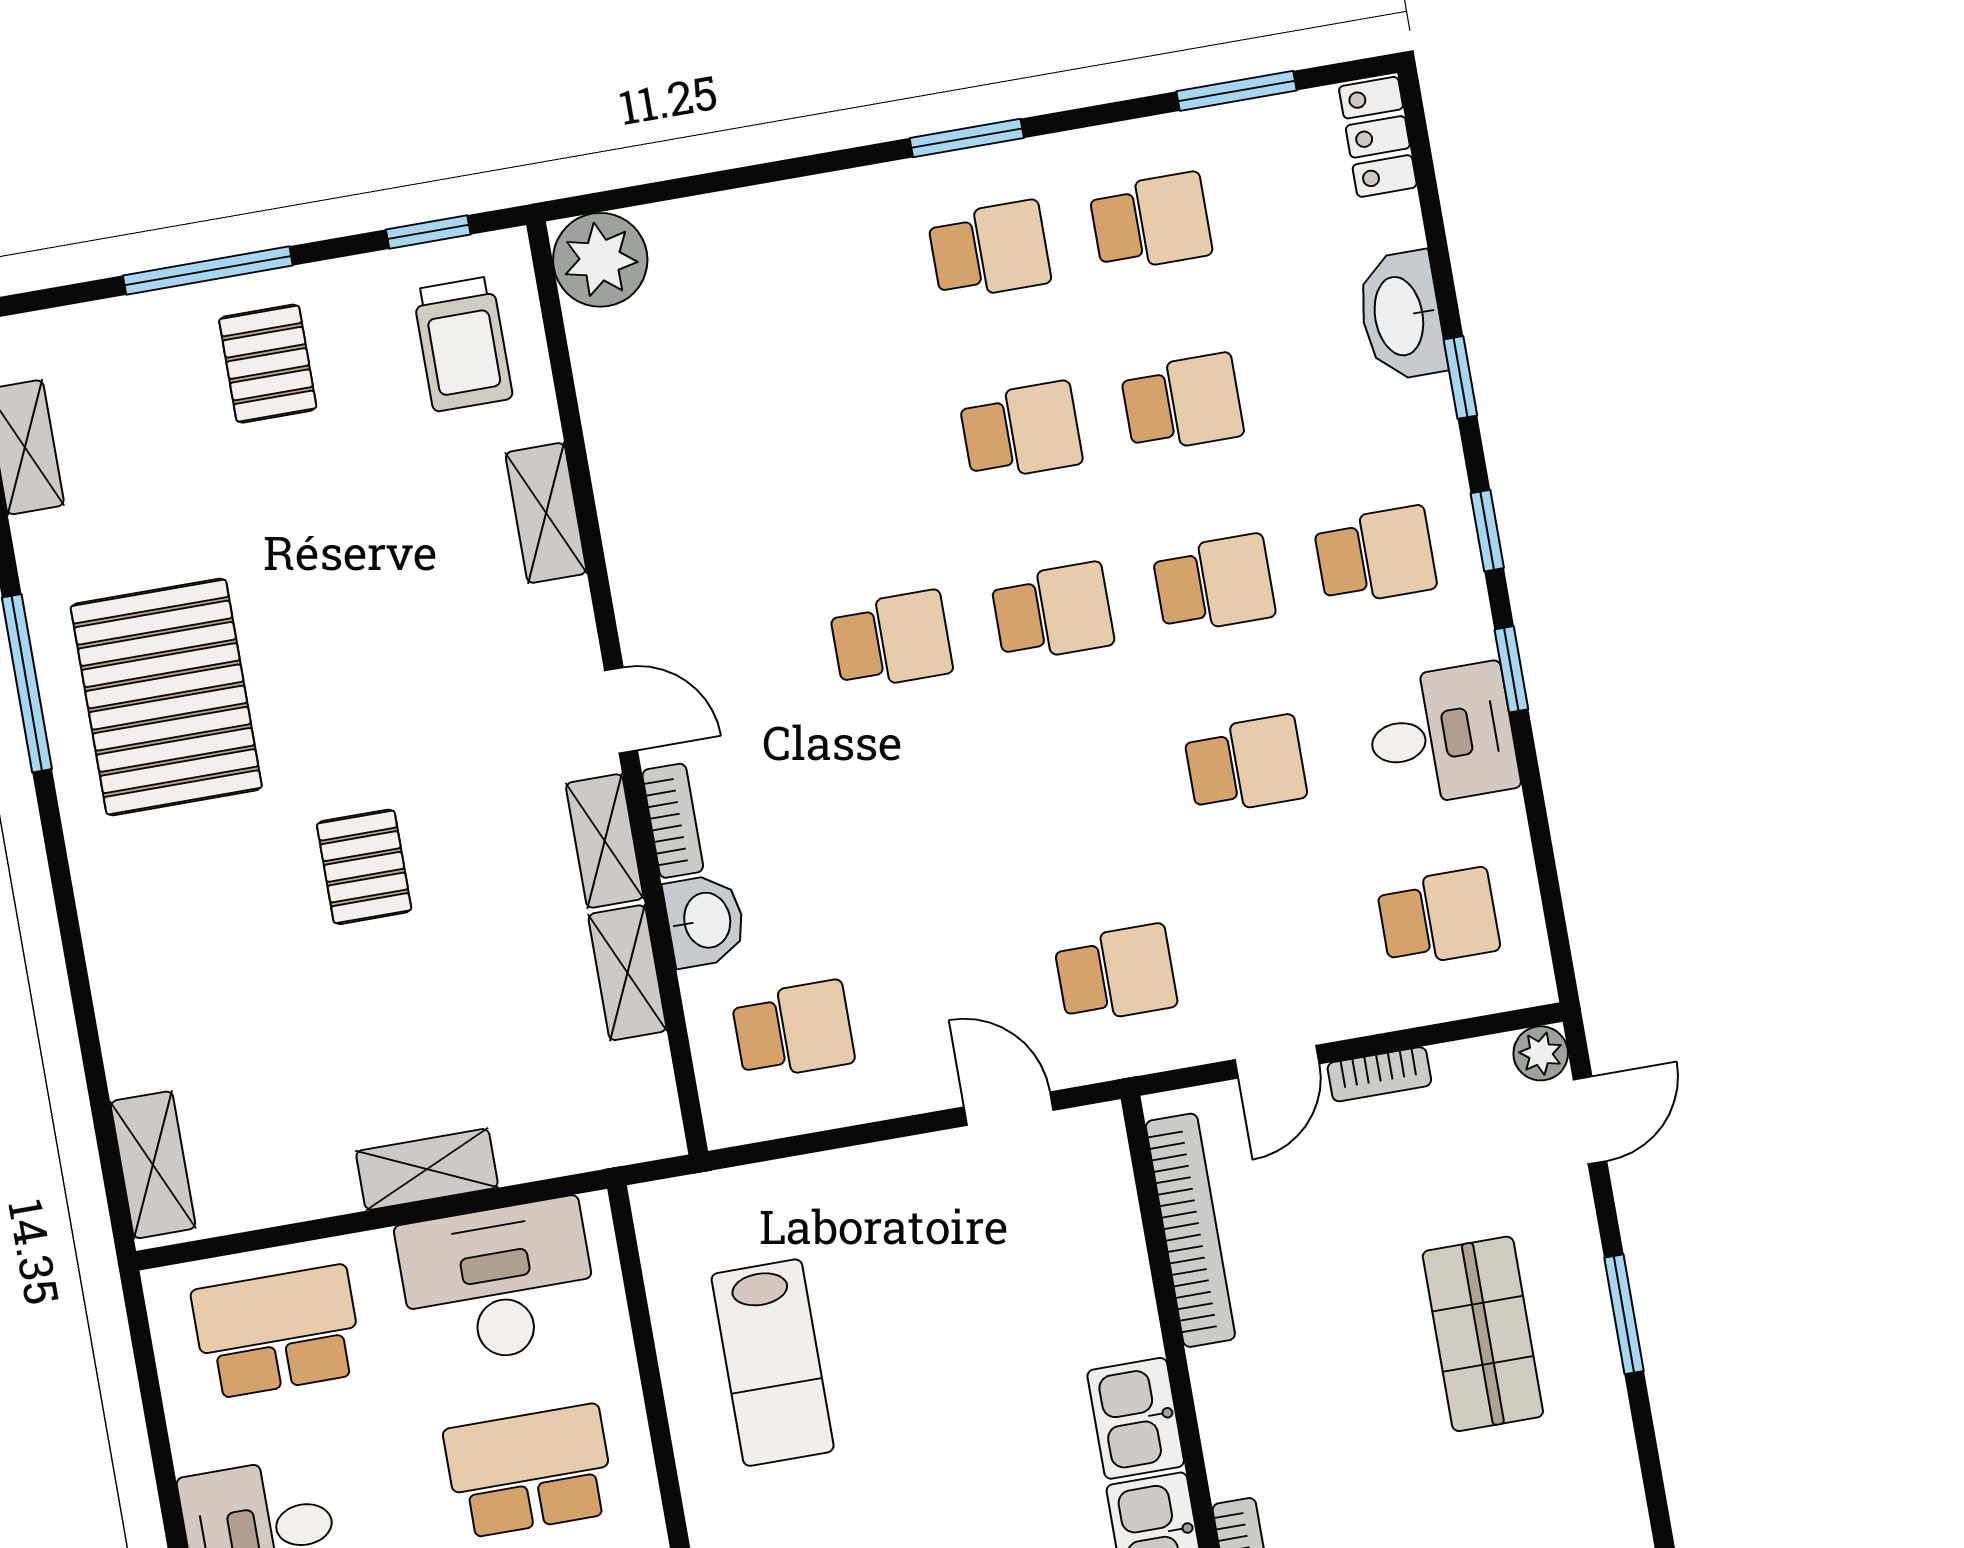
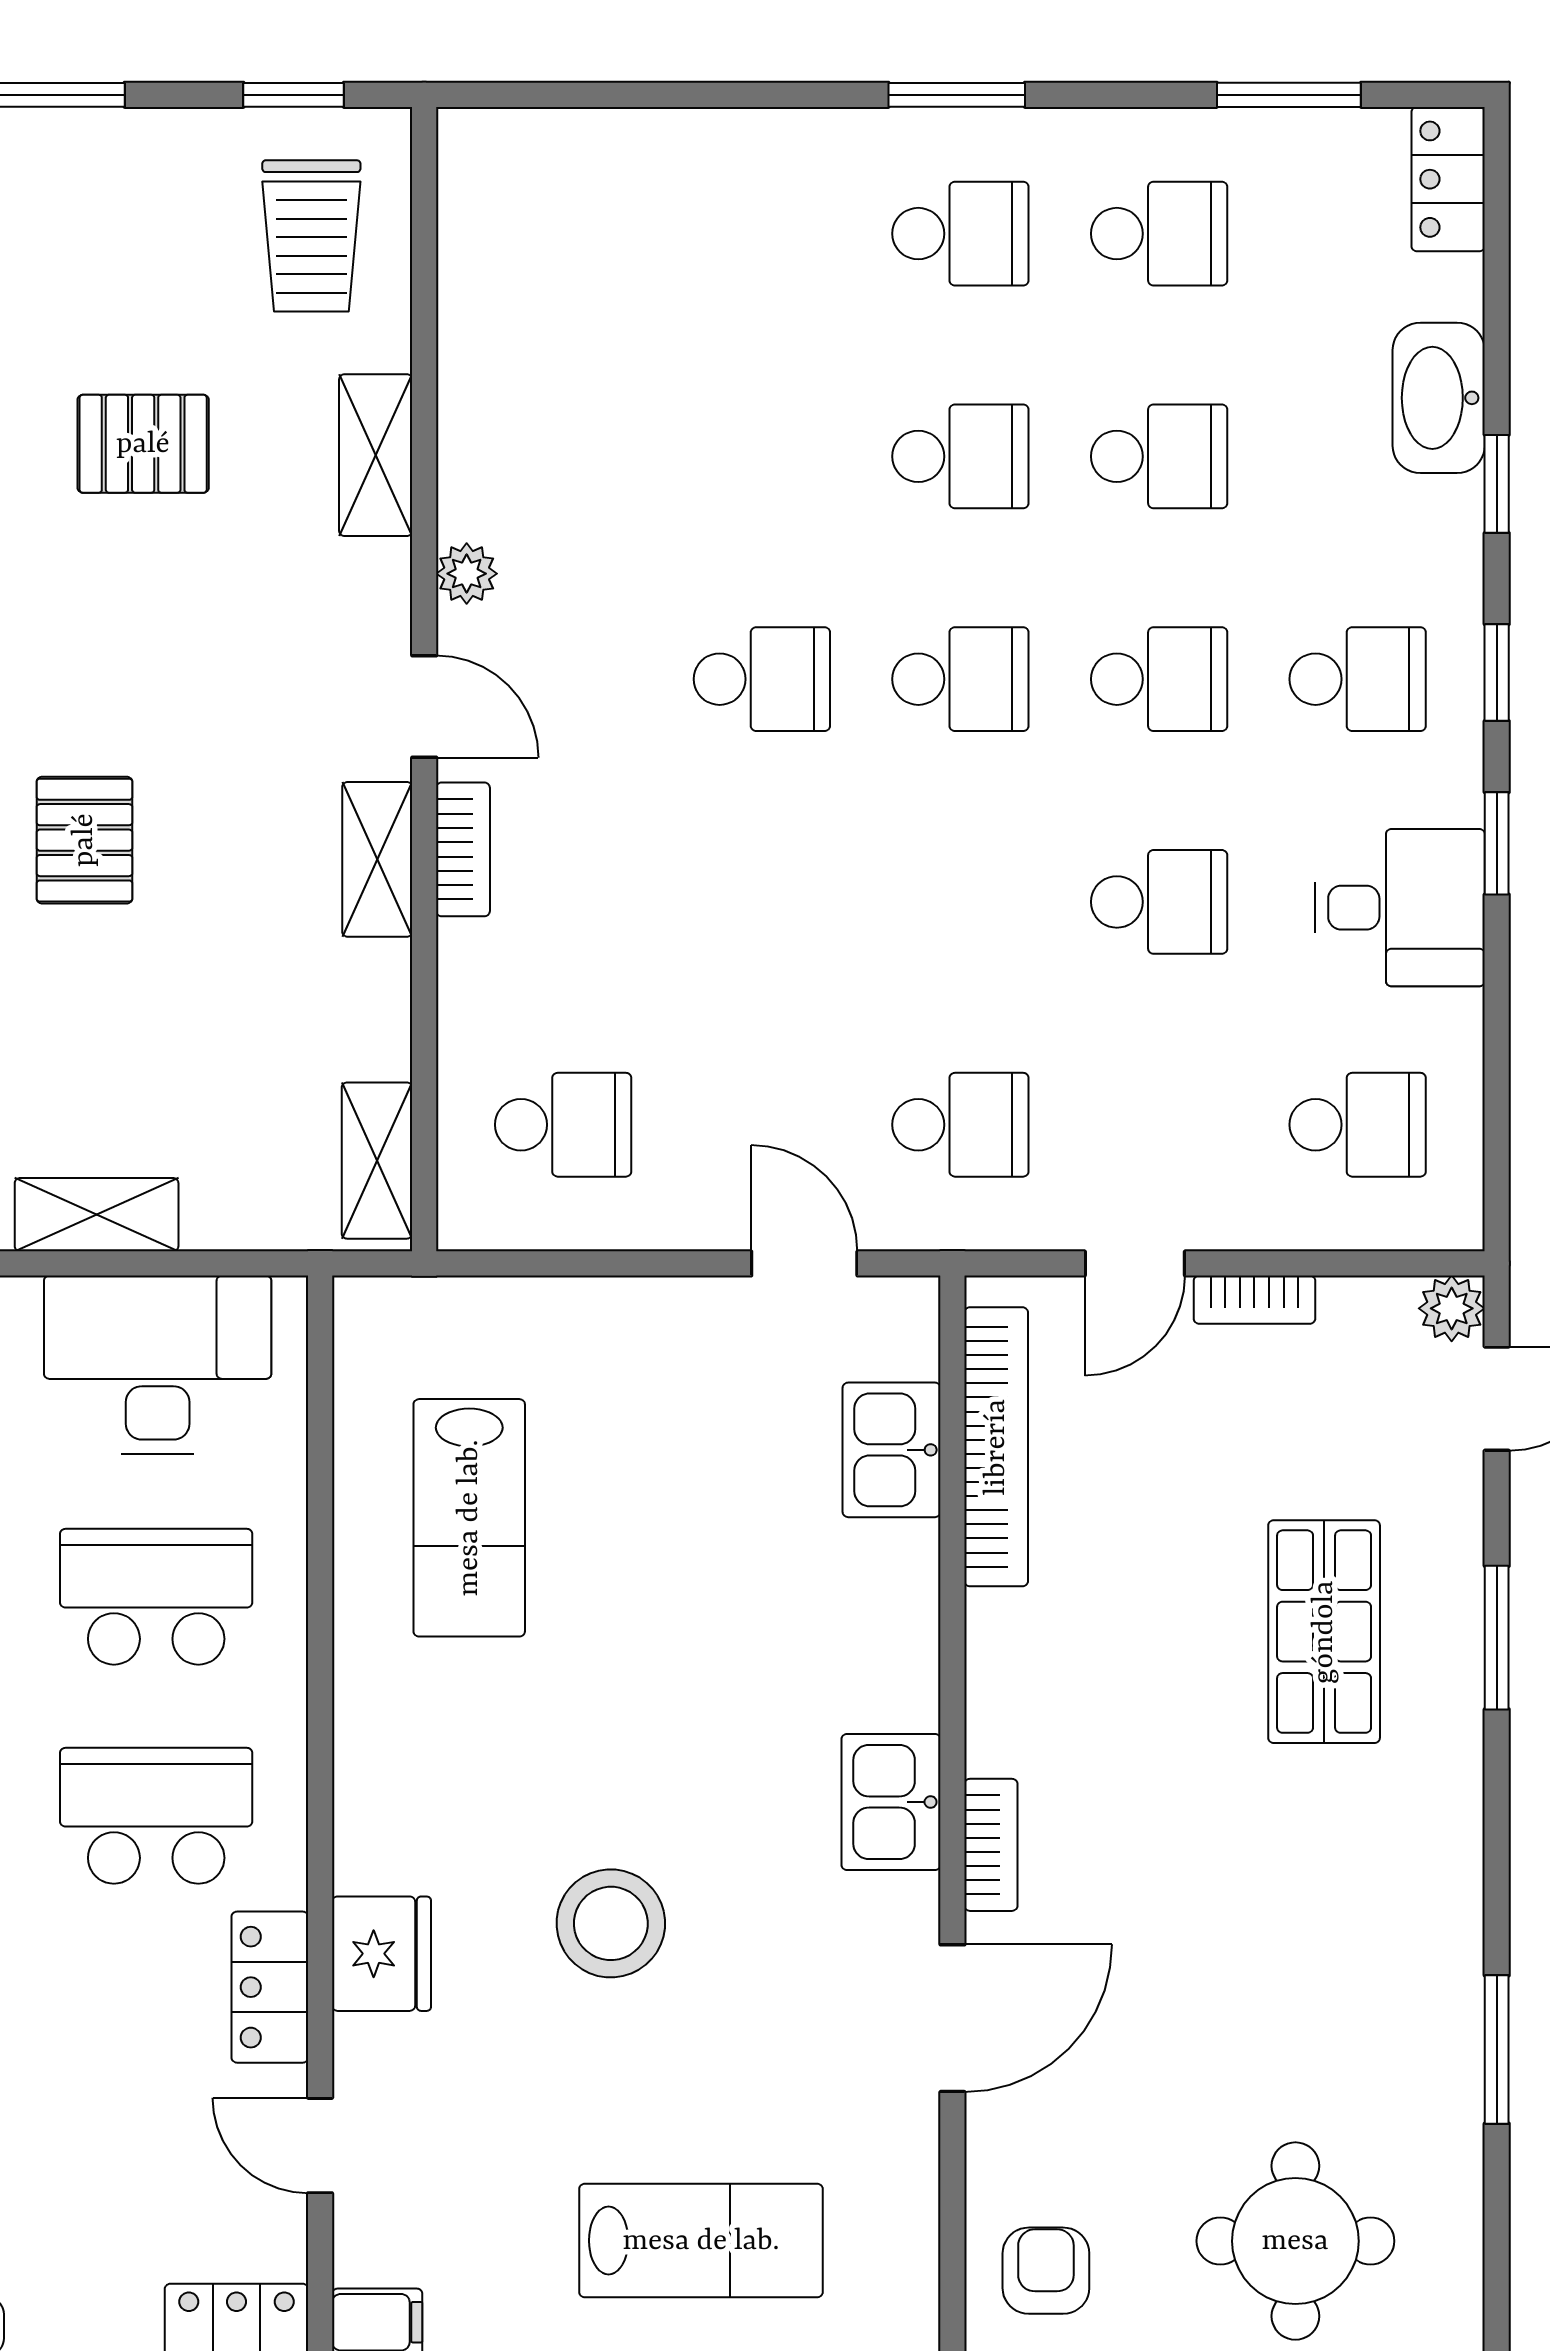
plant: (600, 260) -> (467, 574), moved, width x0.53, depth x0.53
pallet: (268, 364) -> (143, 444), moved, turned 90
washbasin: (705, 921) -> (481, 975), removed
shelving: (627, 973) -> (377, 1161), moved
kitchen sink: (1136, 1418) -> (892, 1450), moved

